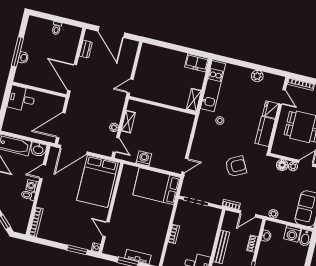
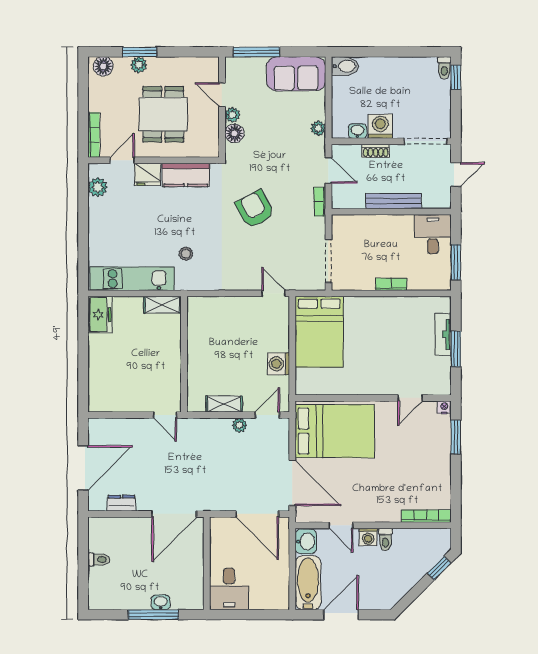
plant: (257, 76) -> (98, 187), moved
washing machine: (292, 234) -> (380, 126), moved, turned -90

